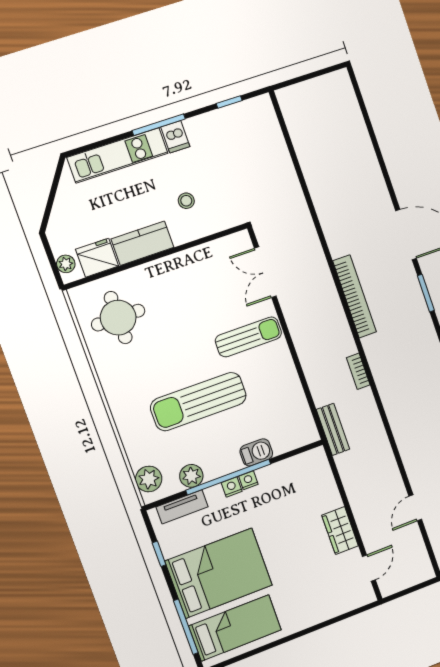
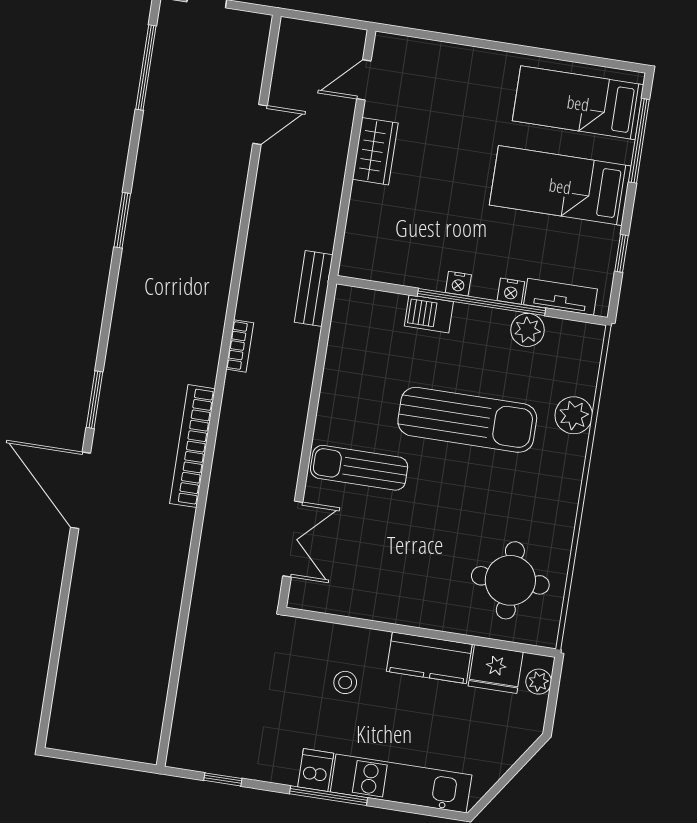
plant: (149, 479) -> (574, 415), moved
nightstand: (232, 487) -> (511, 291), moved
bed: (219, 573) -> (560, 186), width x0.67

